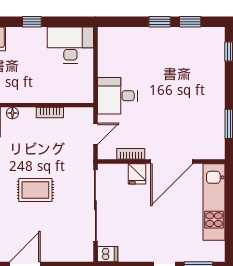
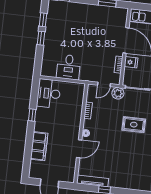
desk: (117, 96) -> (69, 67), moved
door: (95, 134) -> (104, 84), swing flipped
plant: (84, 158) -> (118, 93), added
rug: (35, 190) -> (134, 125), turned 90

